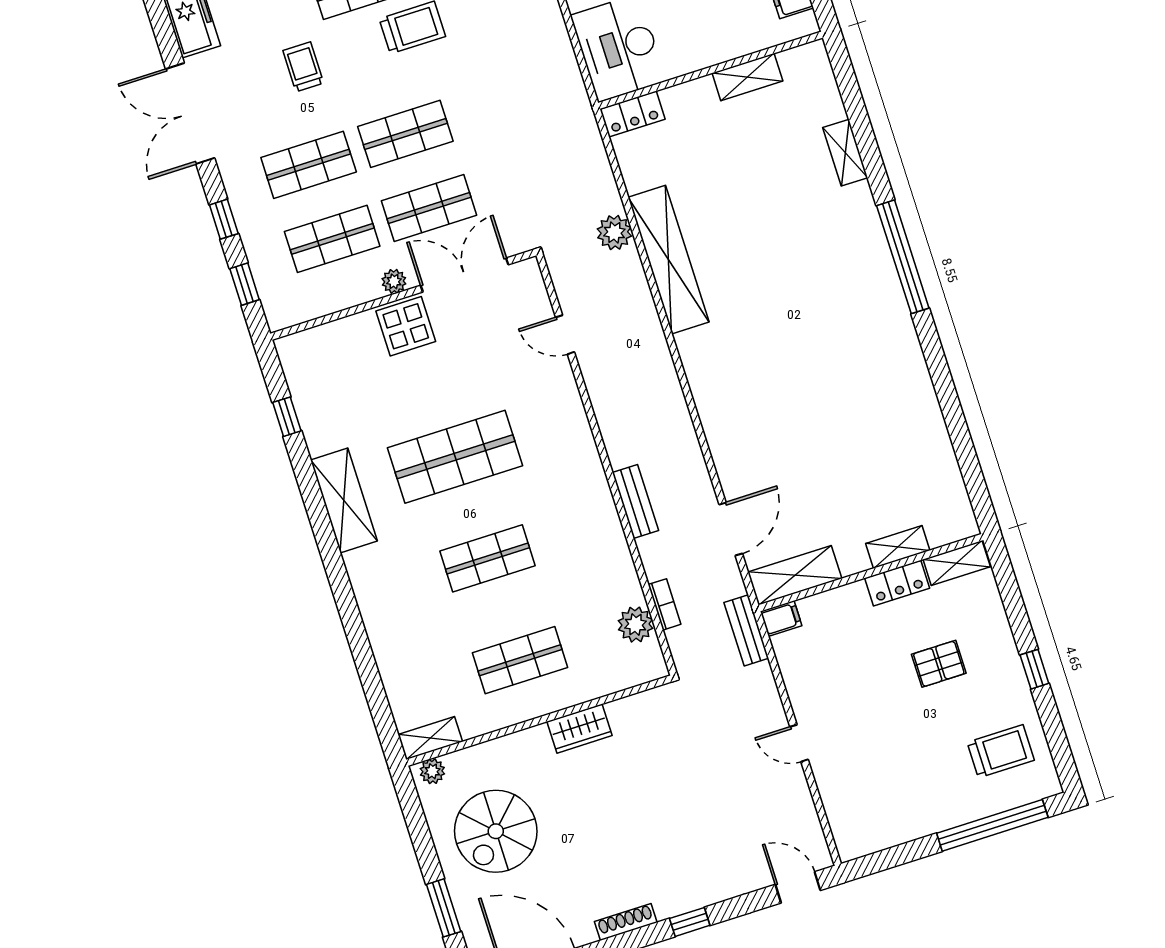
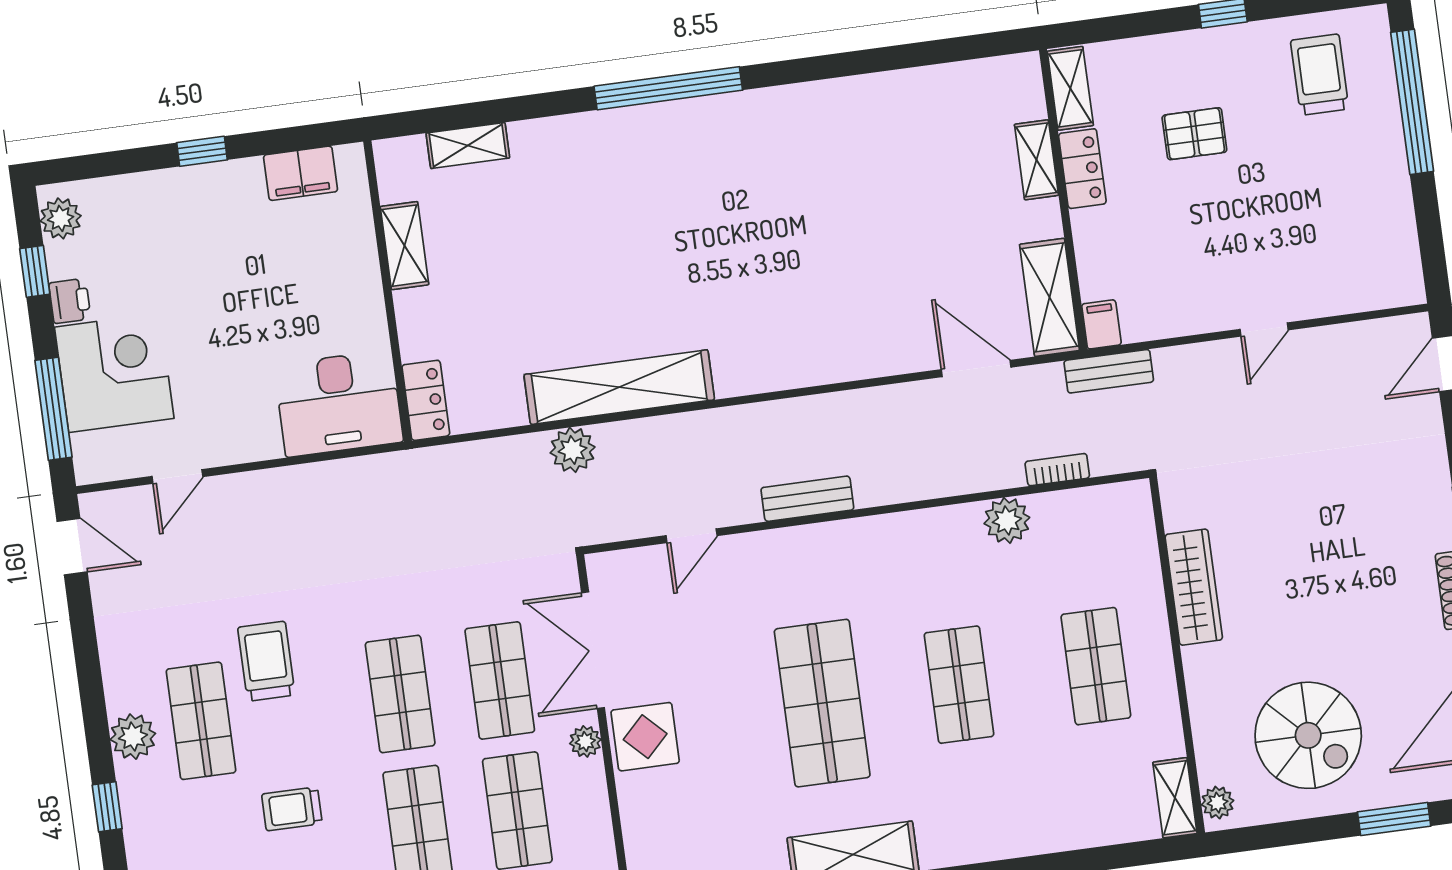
shelving: (845, 153) -> (468, 145), moved
bench: (635, 501) -> (807, 499), moved
plant: (636, 625) -> (1007, 520), moved
pallet: (939, 664) -> (1194, 134), turned 90
wardrobe: (580, 729) -> (1194, 587), width x1.50

